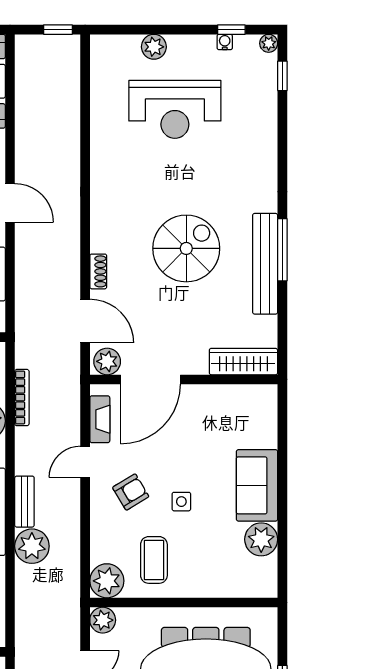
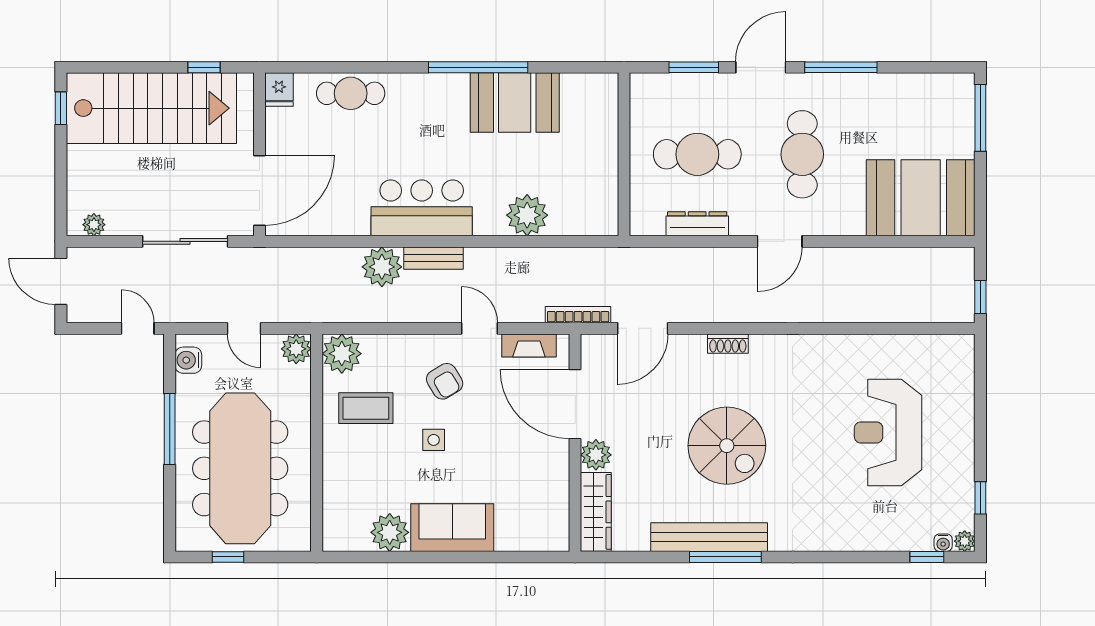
water cooler: (225, 42) -> (943, 543), moved, turned 90
plant: (154, 47) -> (961, 408), removed
shoe rack: (98, 271) -> (728, 344), moved
plant: (107, 361) -> (596, 455), moved
bookcase: (22, 398) -> (578, 315), moved, turned 180

